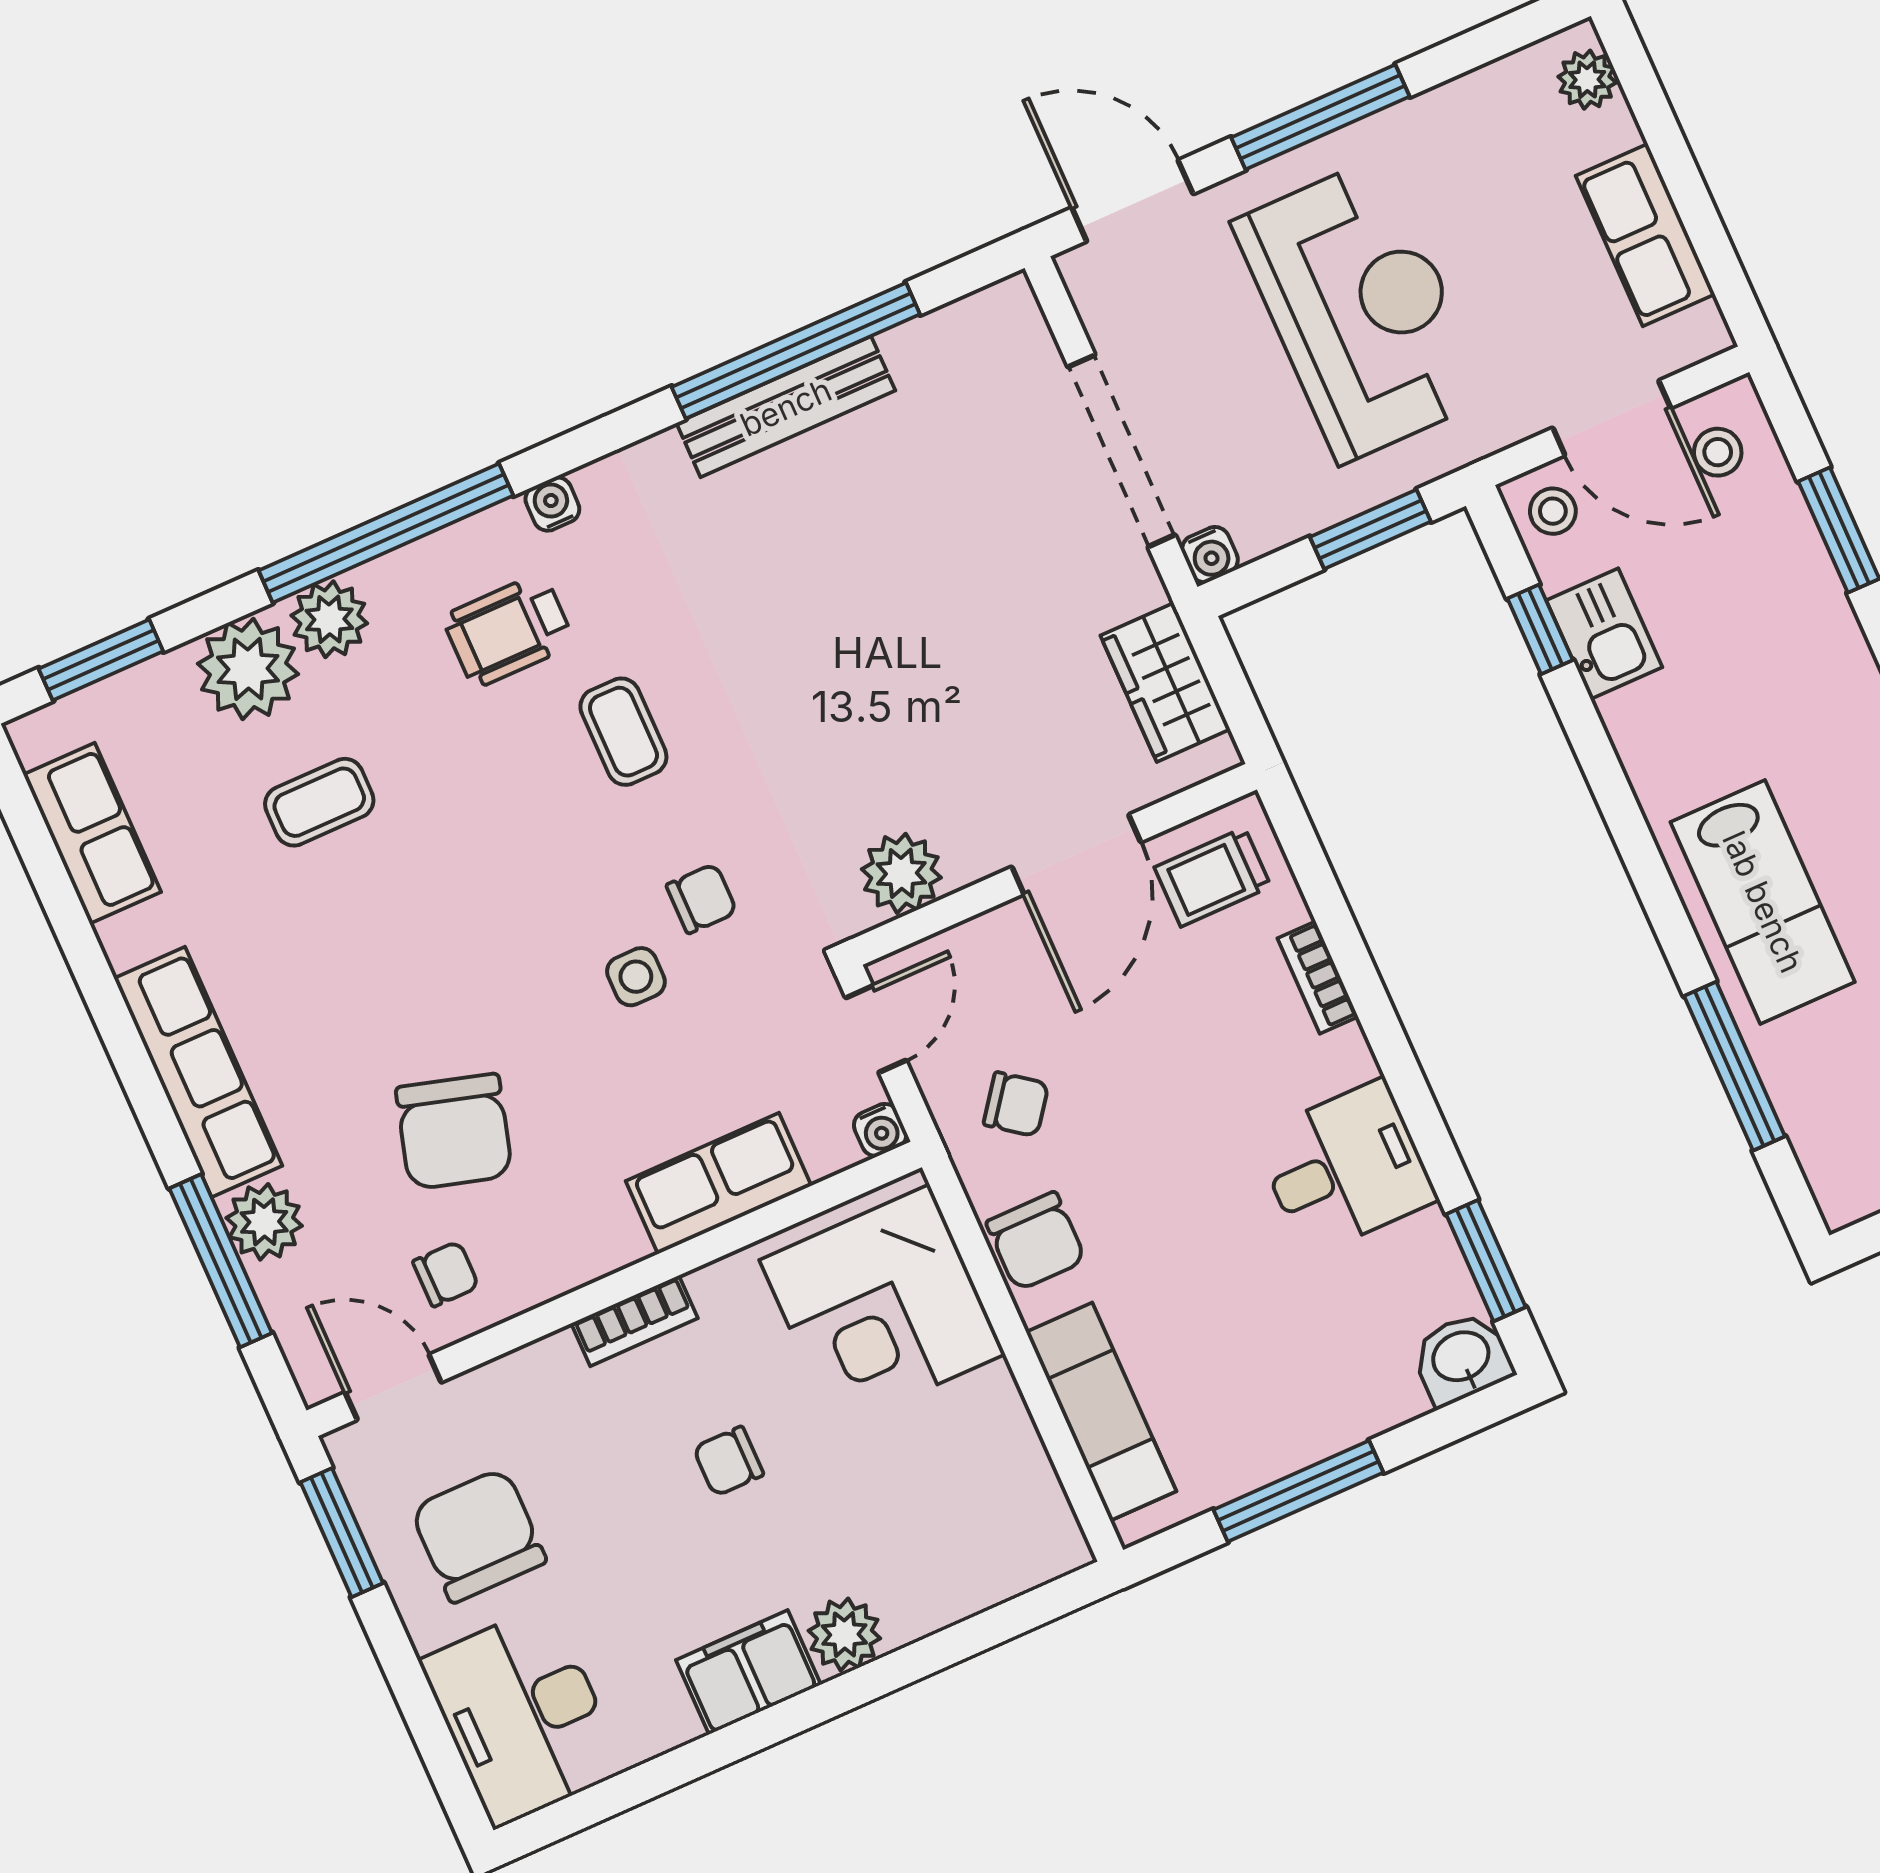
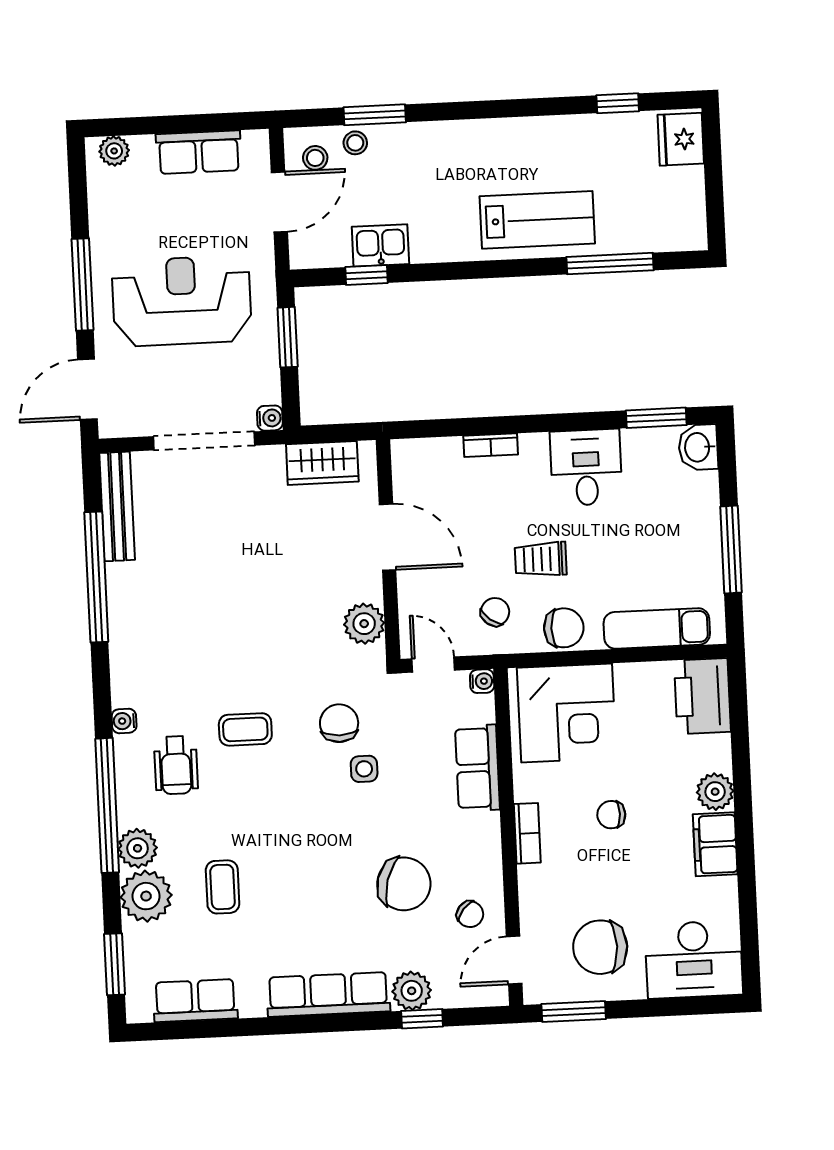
bench: (786, 407) -> (117, 506), moved
stool: (1553, 511) -> (355, 143), moved
trolley: (1213, 877) -> (541, 559), moved, turned 90
chair: (702, 899) -> (339, 723), width x1.37, depth x1.37
window: (221, 1261) -> (422, 1019), width x0.46
chair: (446, 1274) -> (470, 914), turned 130
chair: (728, 1461) -> (611, 815), turned 90
printer: (1010, 1543) -> (702, 696), added

